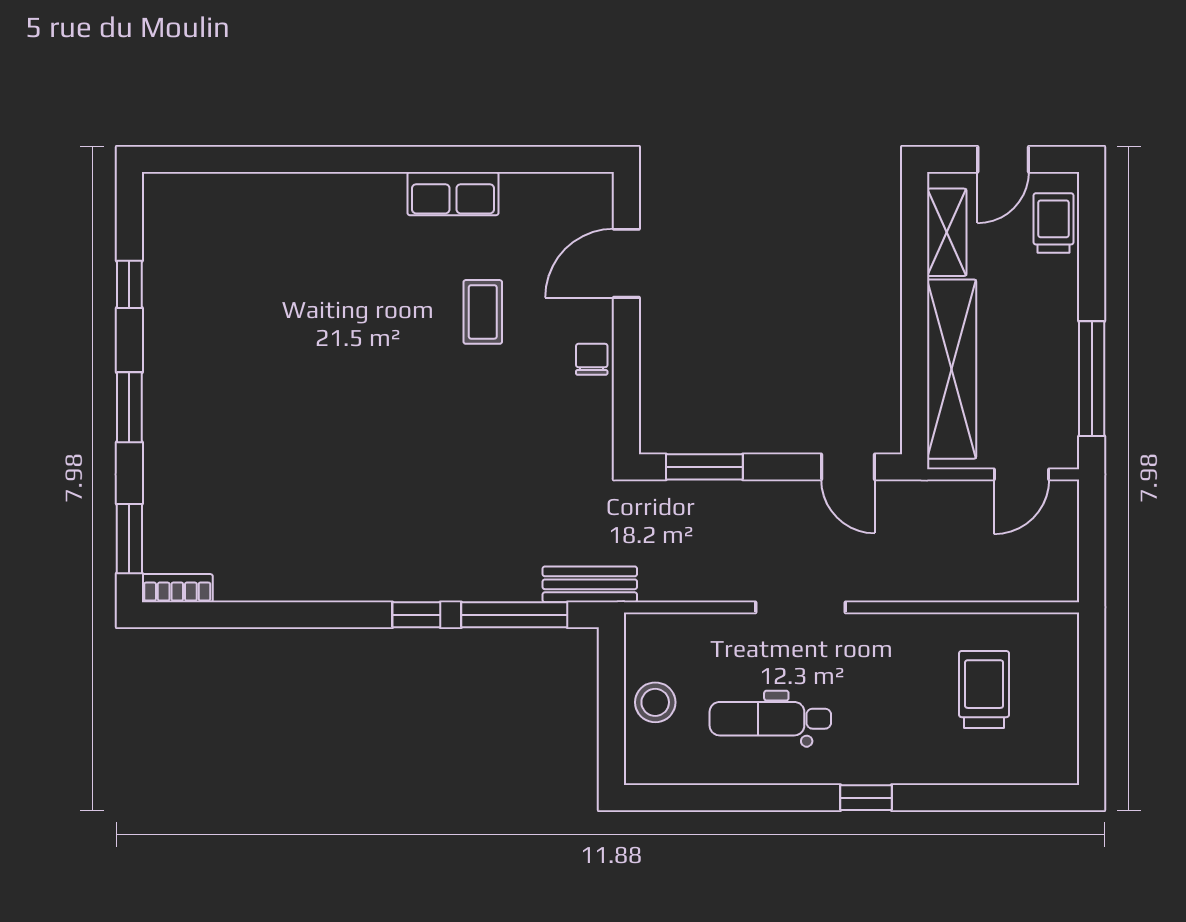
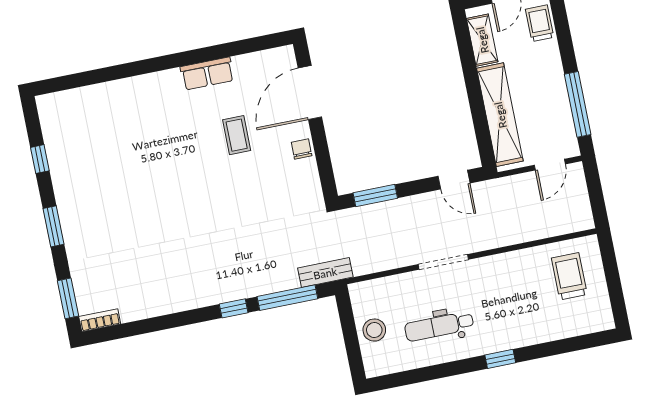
door: (626, 263) -> (310, 92), width x1.36
trolley: (984, 690) -> (569, 276), moved

